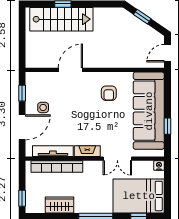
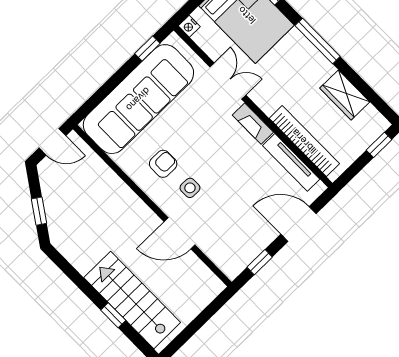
side table: (43, 107) -> (190, 188), moved
window: (167, 126) -> (147, 49), moved

